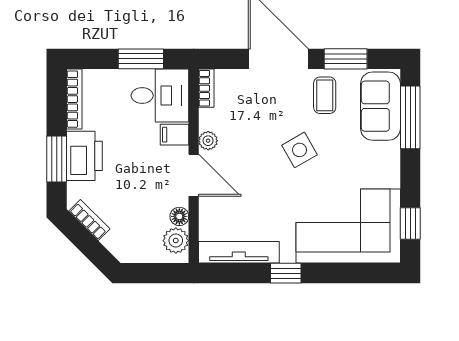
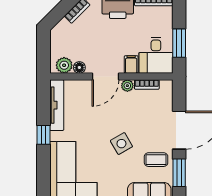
bookcase: (206, 88) -> (147, 85), moved

